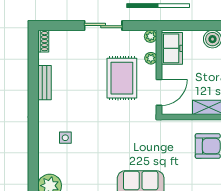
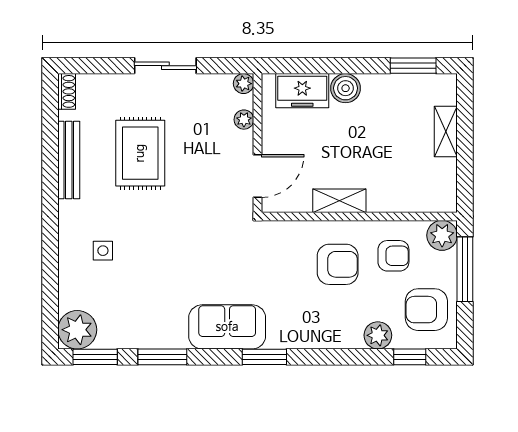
freezer: (172, 48) -> (302, 91), moved, turned 90
rug: (122, 78) -> (140, 153), moved
bench: (45, 83) -> (69, 160), width x1.36

